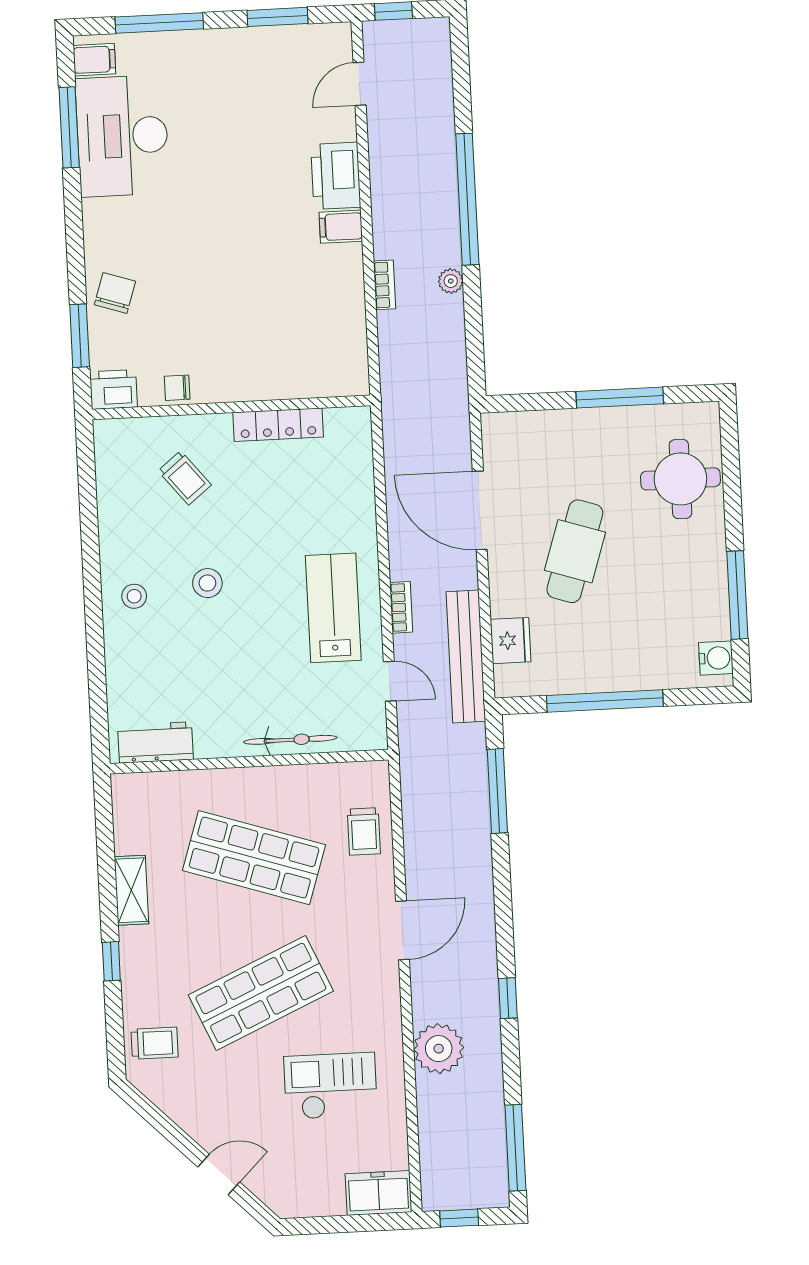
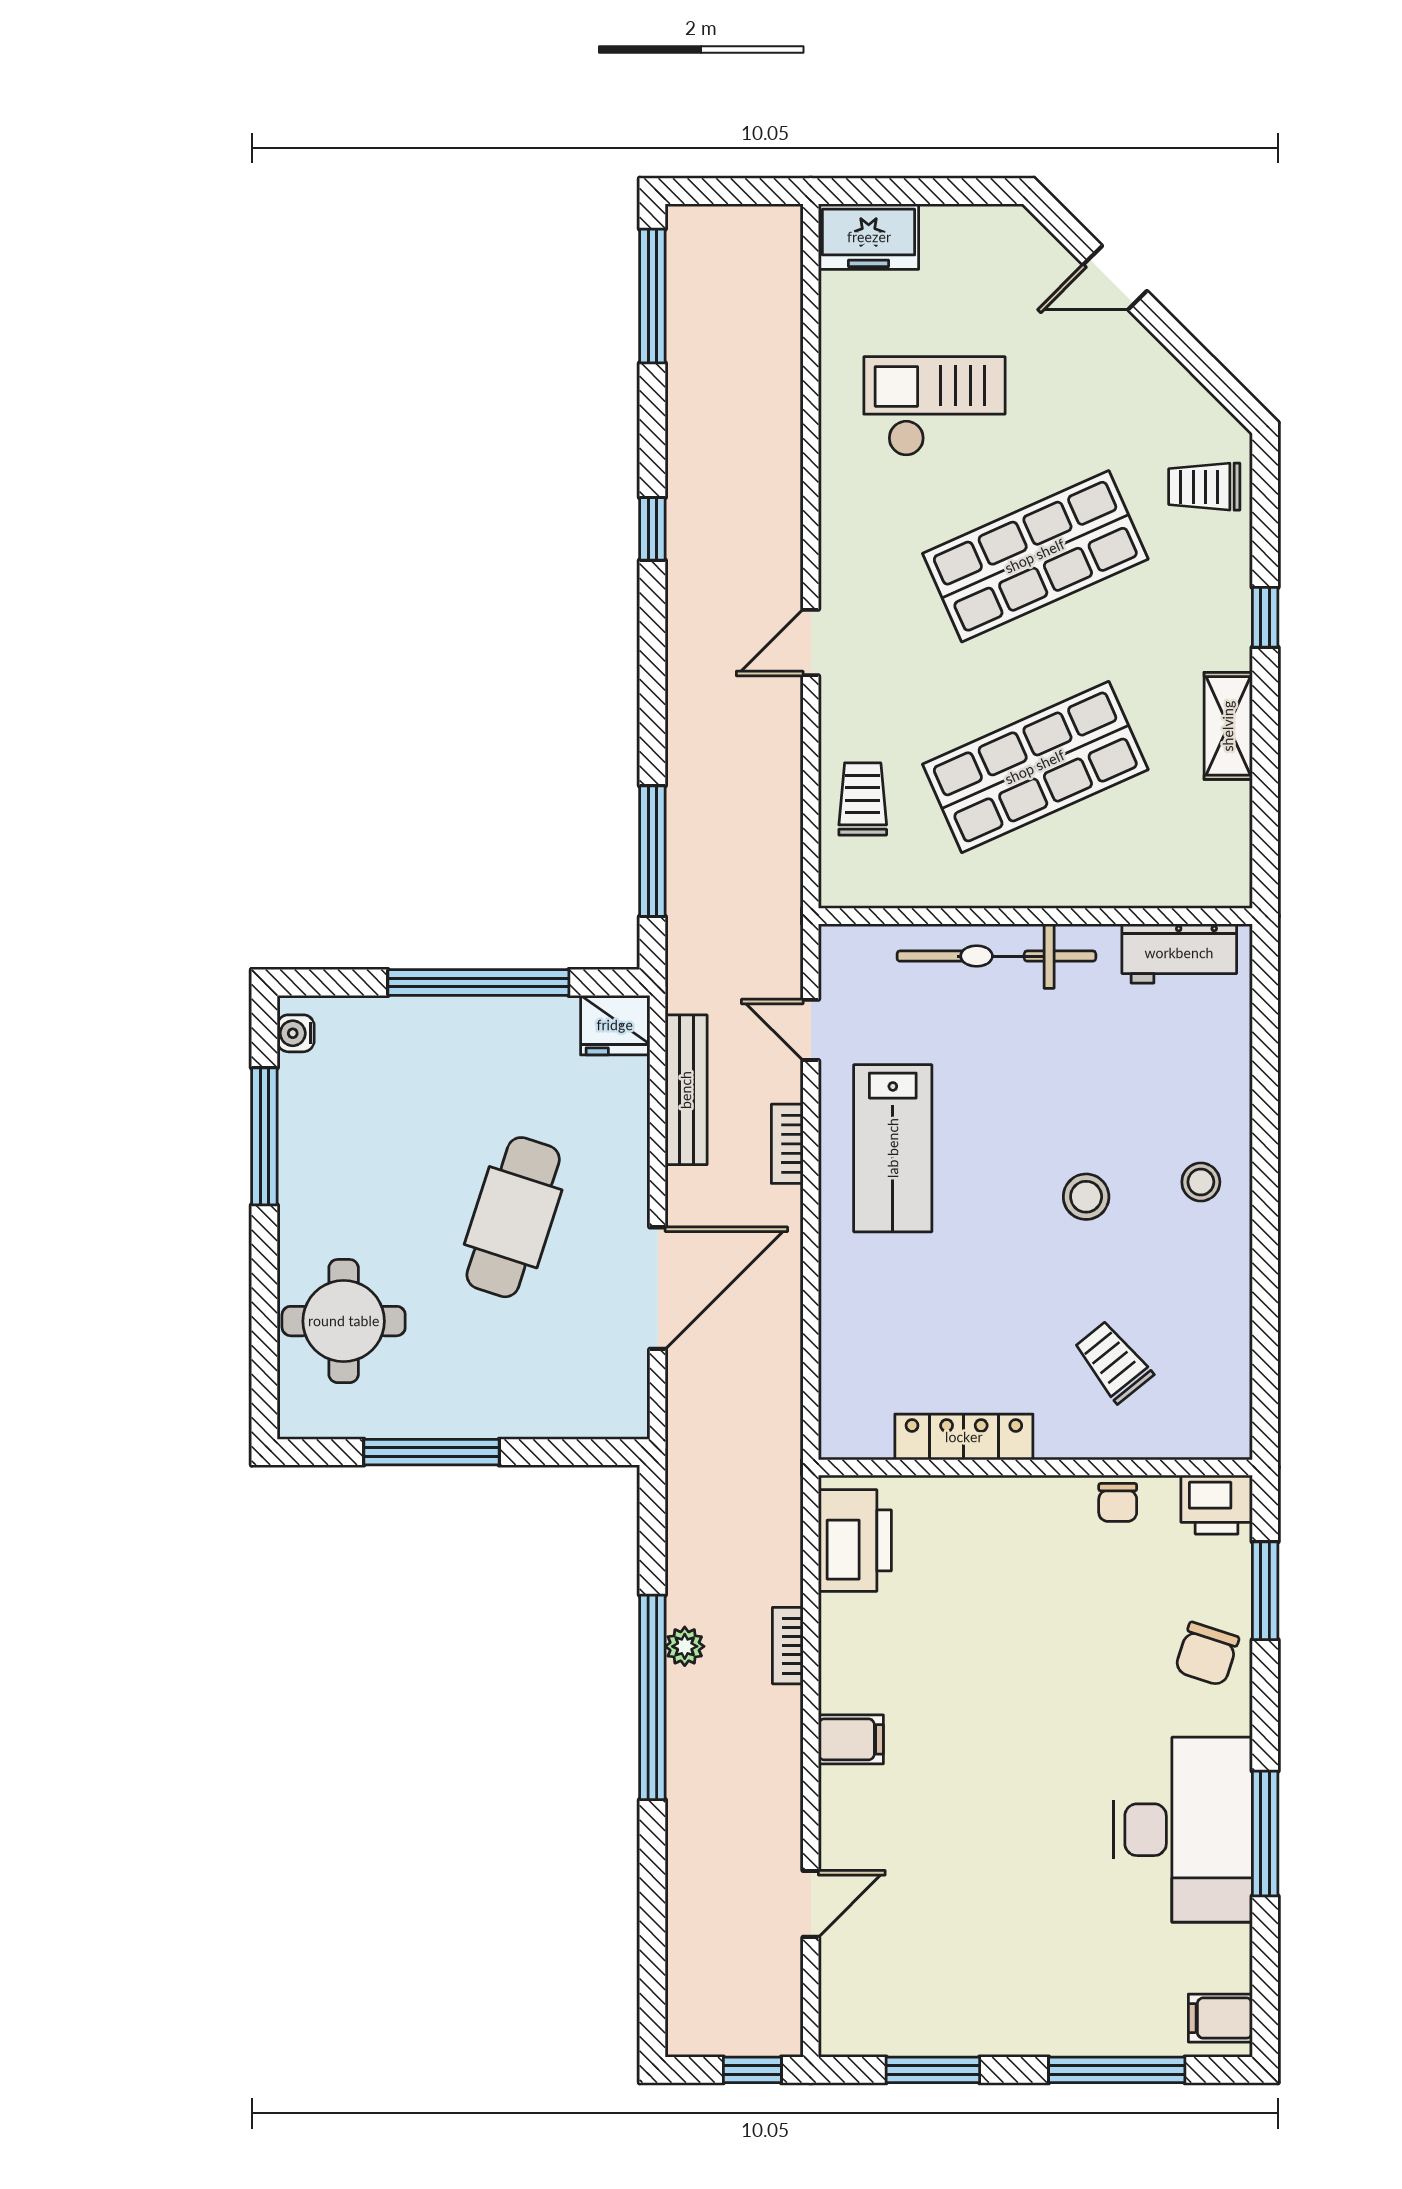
door: (360, 84) -> (811, 1904), moved
window: (69, 127) -> (1265, 1834), moved
desk: (122, 136) -> (1183, 1830), moved
printer: (336, 176) -> (855, 1540), moved
window: (467, 199) -> (652, 1697), moved
chair: (177, 388) -> (1118, 1502), turned 90
door: (480, 510) -> (658, 1288), hinge flipped
fridge: (511, 641) -> (615, 1025), moved, turned -90
bench: (466, 656) -> (686, 1090), width x0.73, depth x0.82
water cooler: (716, 658) -> (296, 1033), width x0.72, depth x0.72
bicycle: (290, 740) -> (996, 956), width x1.37, depth x1.40
shop shelf: (254, 858) -> (1035, 767), turned -42
door: (402, 930) -> (811, 642), width x0.73
plant: (439, 1049) -> (764, 456), removed
checkout: (331, 1086) -> (934, 406), turned 180
window: (459, 1218) -> (745, 191), removed

